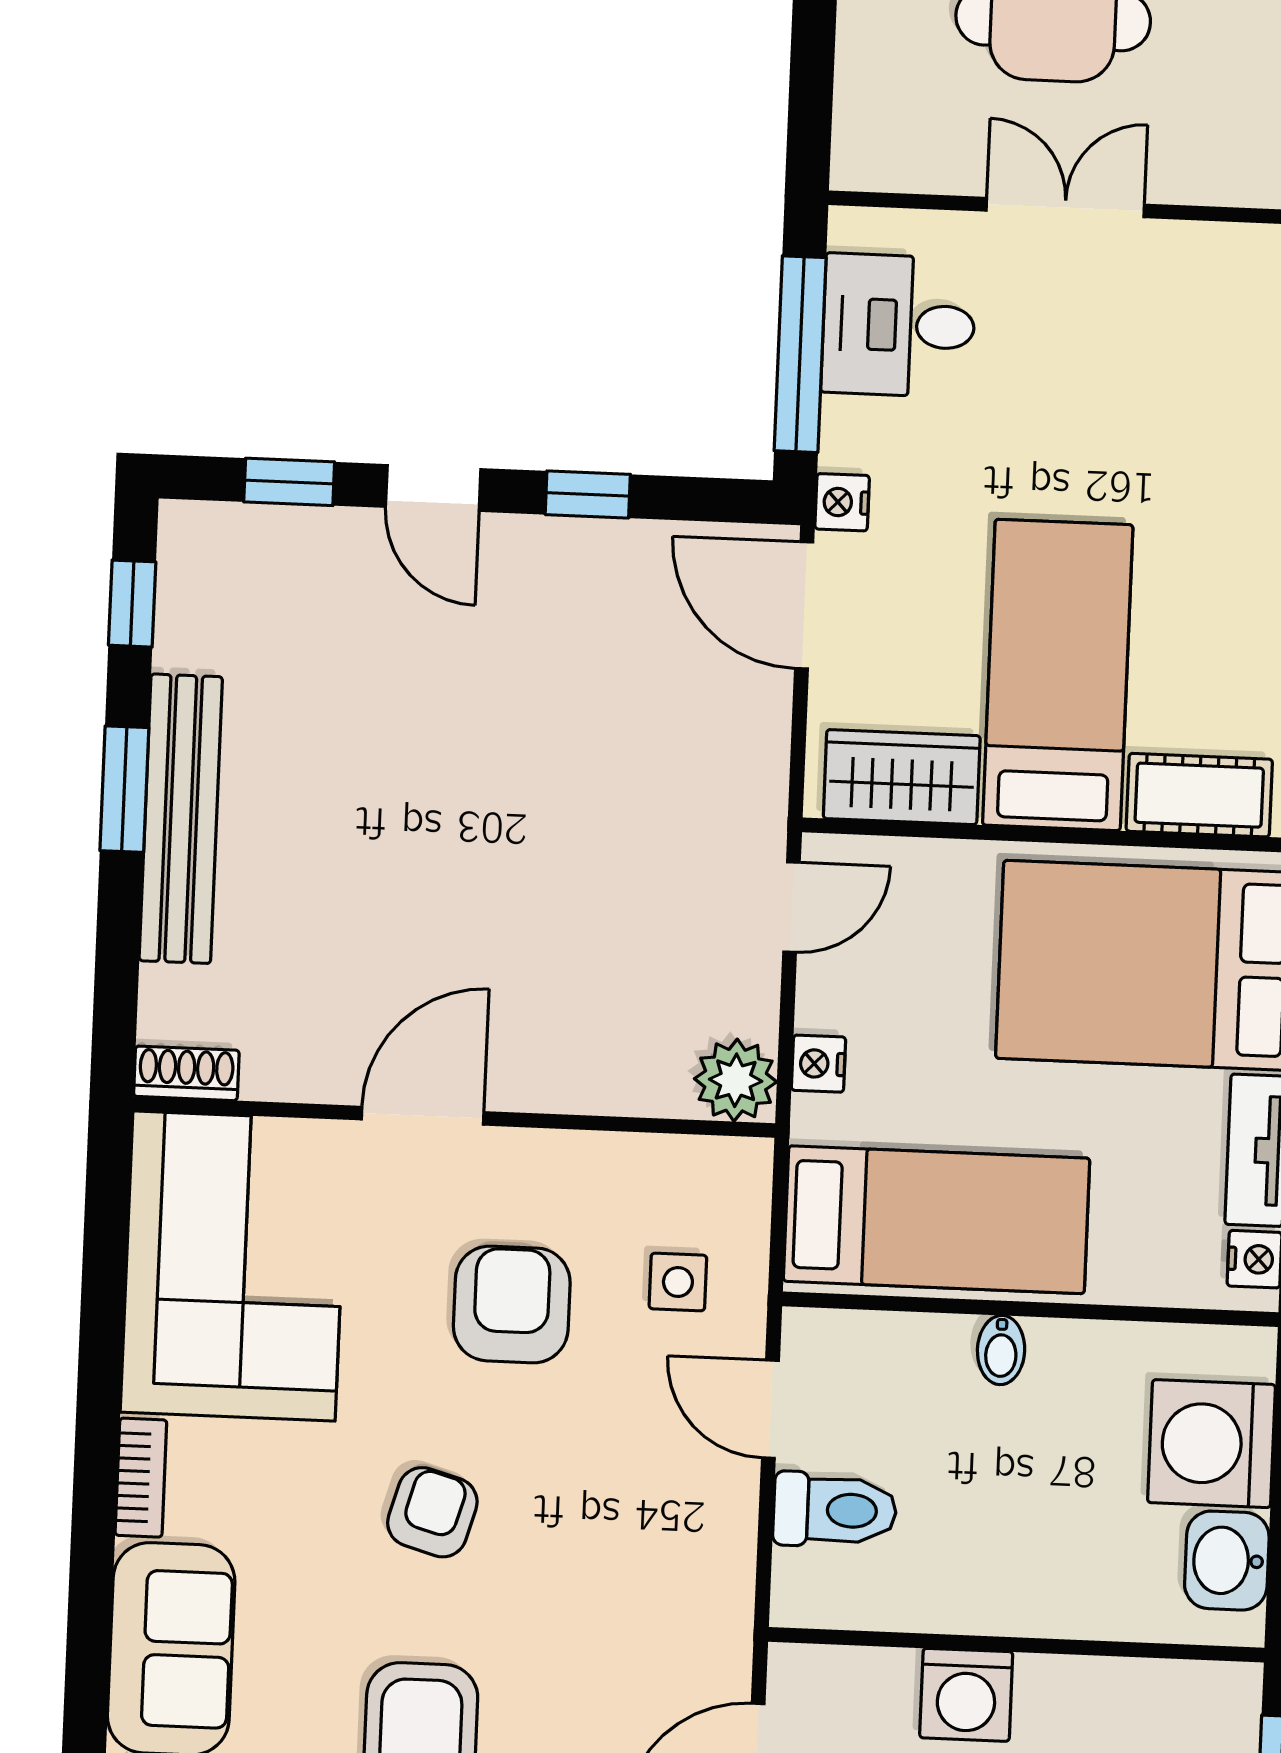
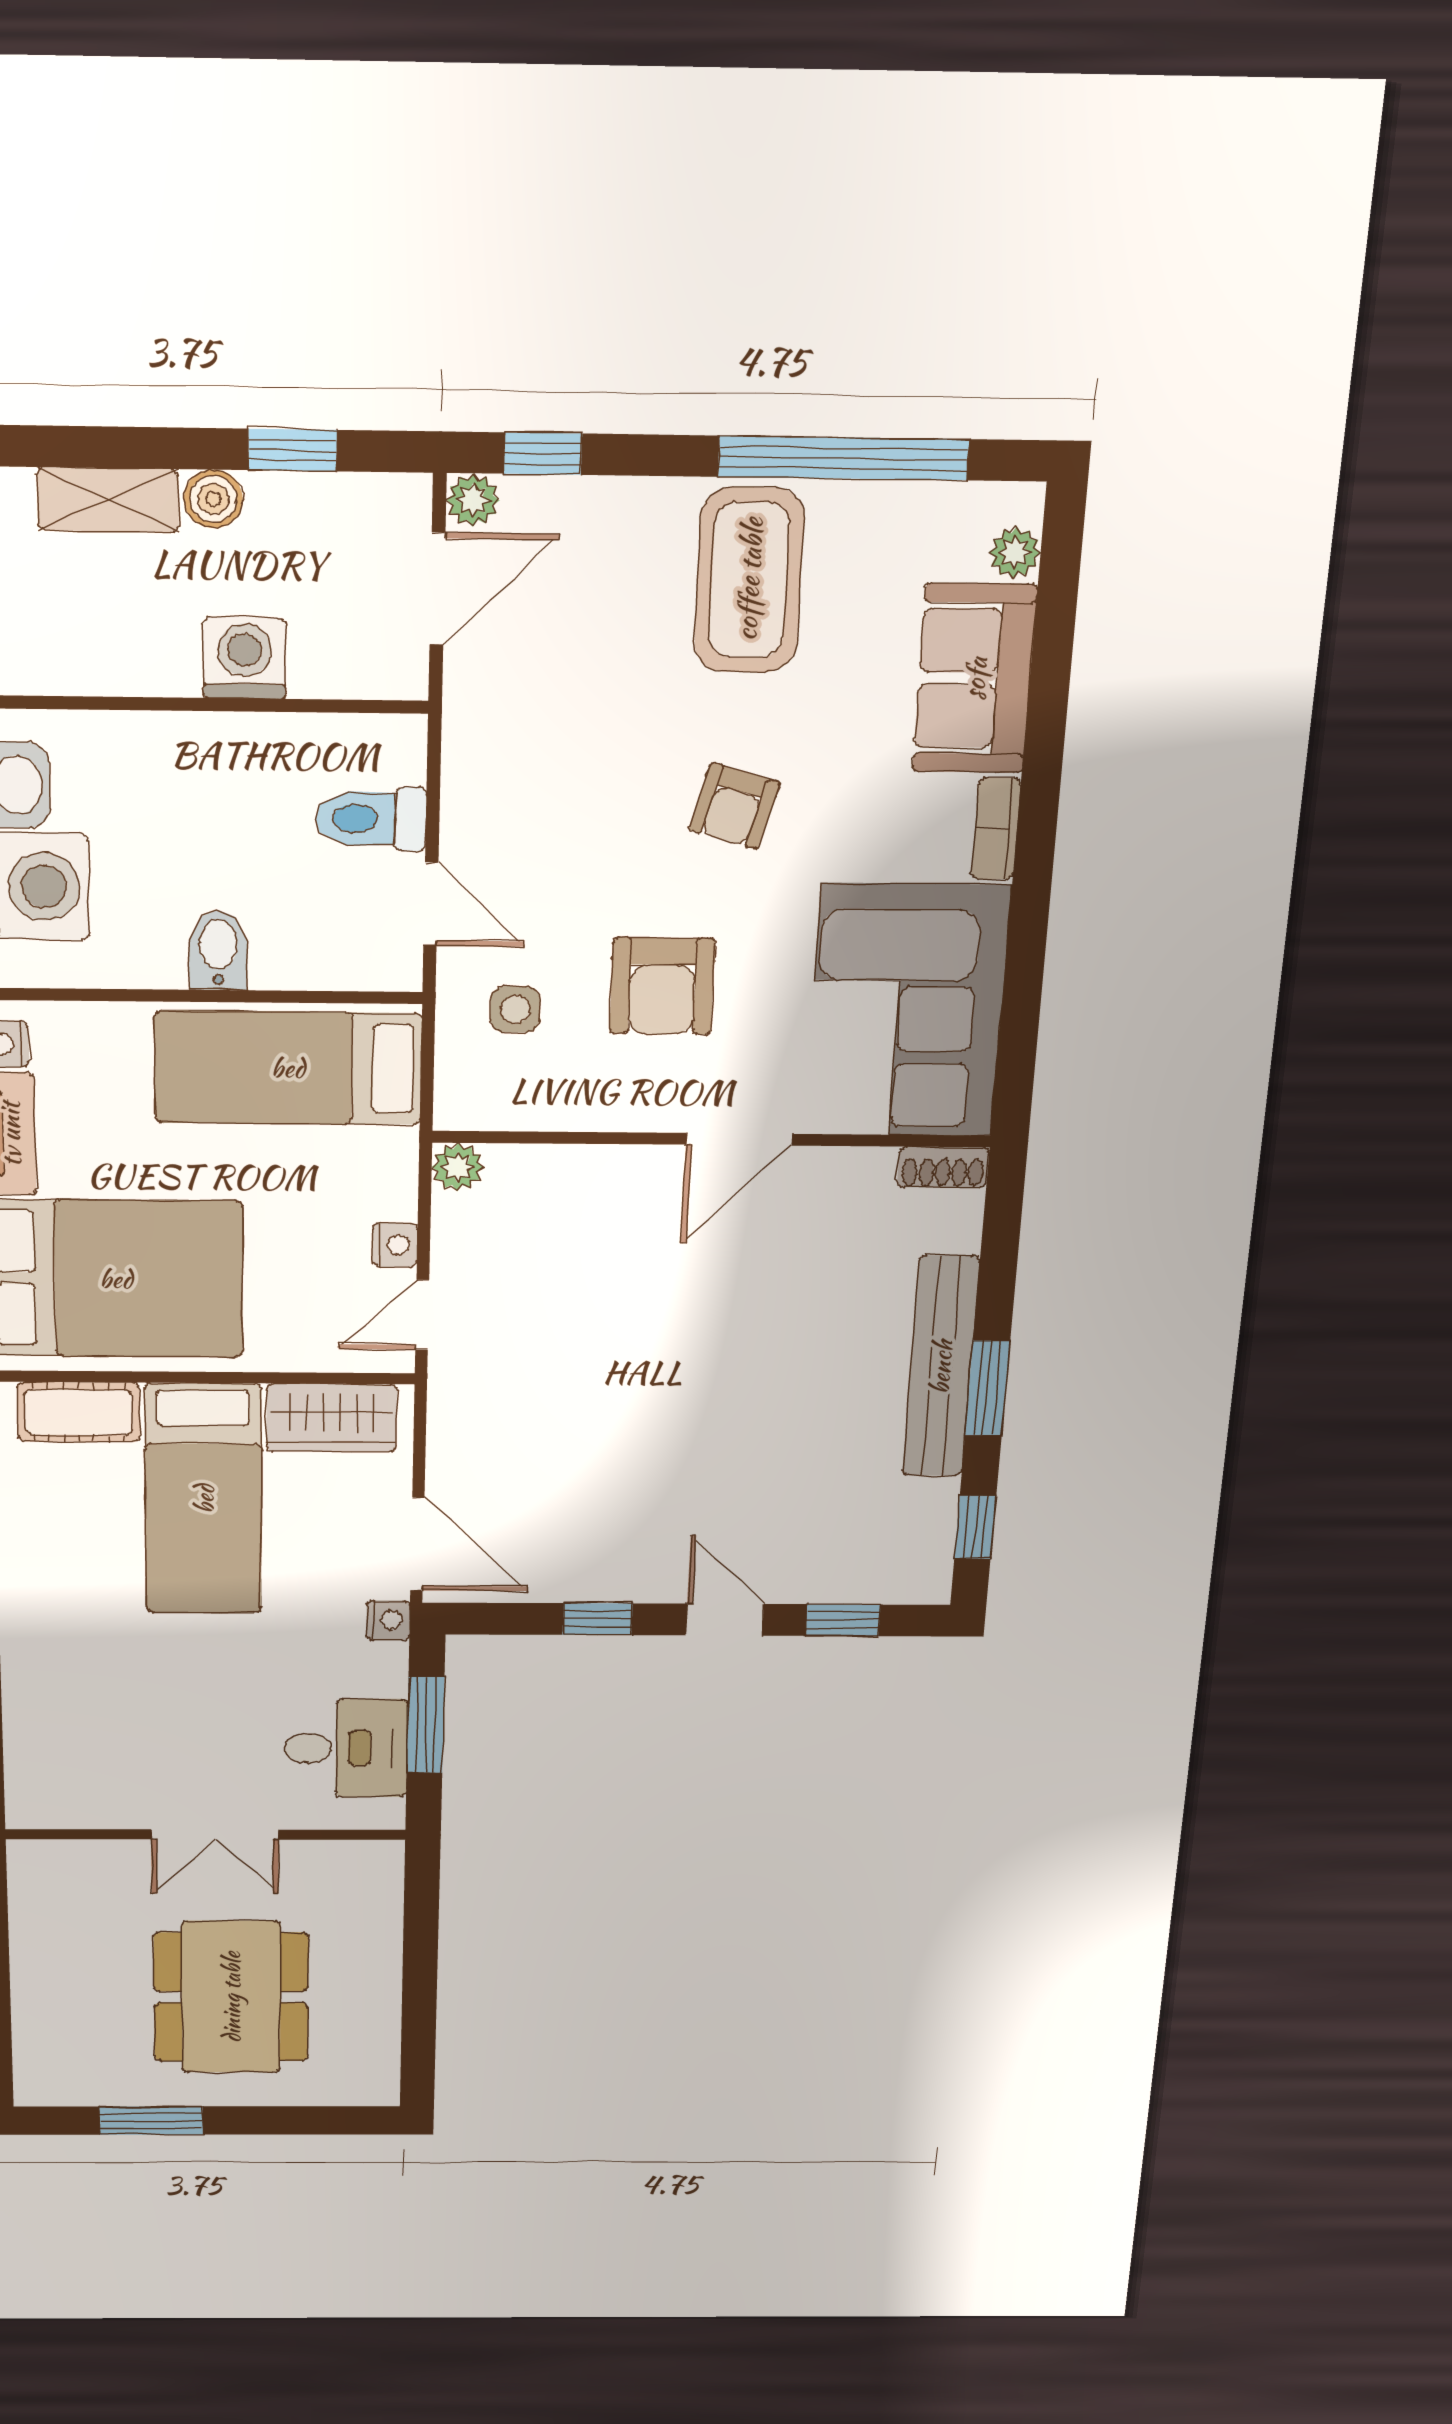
window: (800, 354) -> (425, 1725), width x0.69
nightstand: (818, 1064) -> (395, 1245), moved
plant: (736, 1080) -> (458, 1167), width x0.73, depth x0.73
bidet: (1001, 1350) -> (218, 950), width x1.38, depth x1.36

